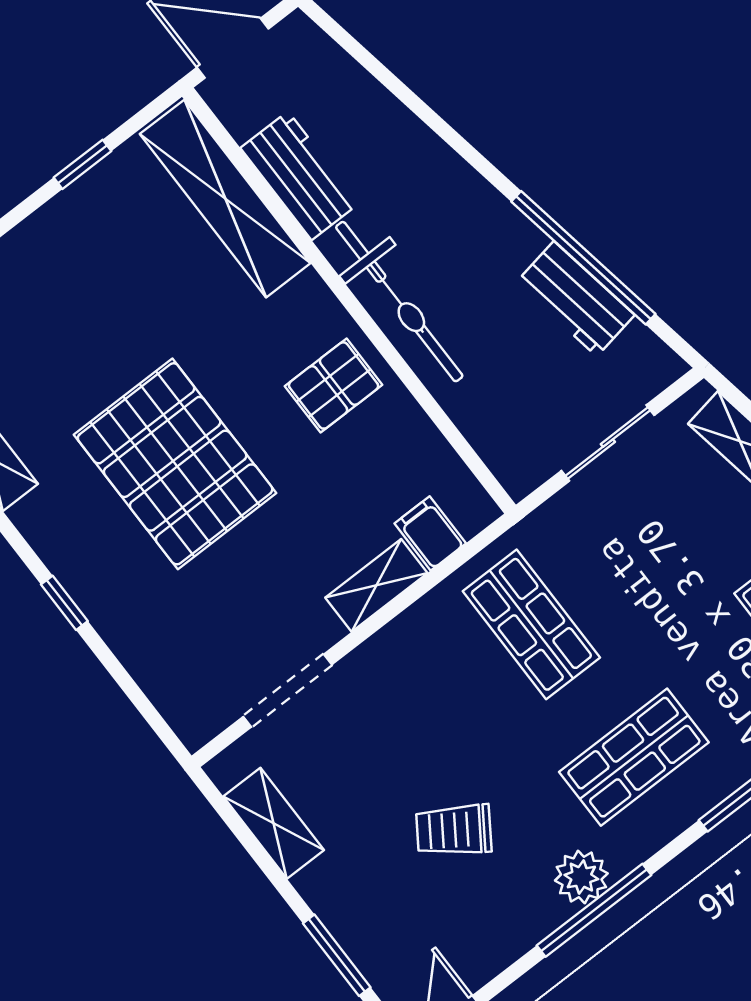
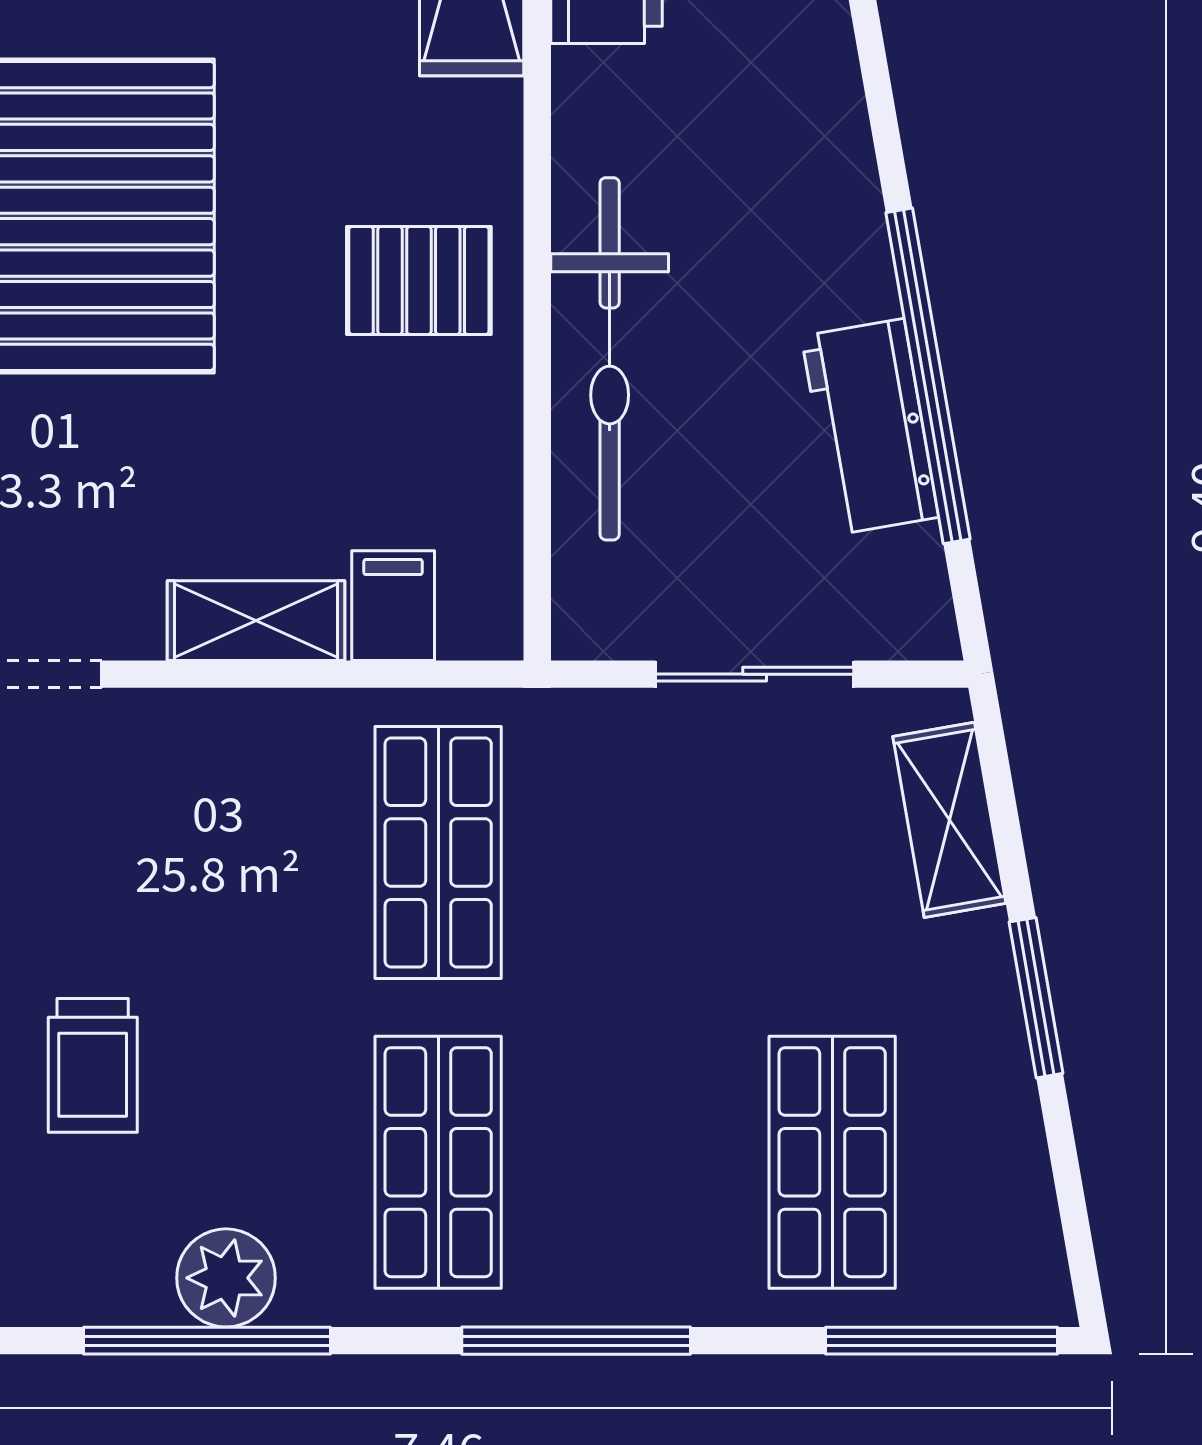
bicycle: (399, 302) -> (610, 359), moved
shop shelf: (634, 757) -> (438, 1162), turned 90
trolley: (454, 830) -> (93, 1065), turned -124

